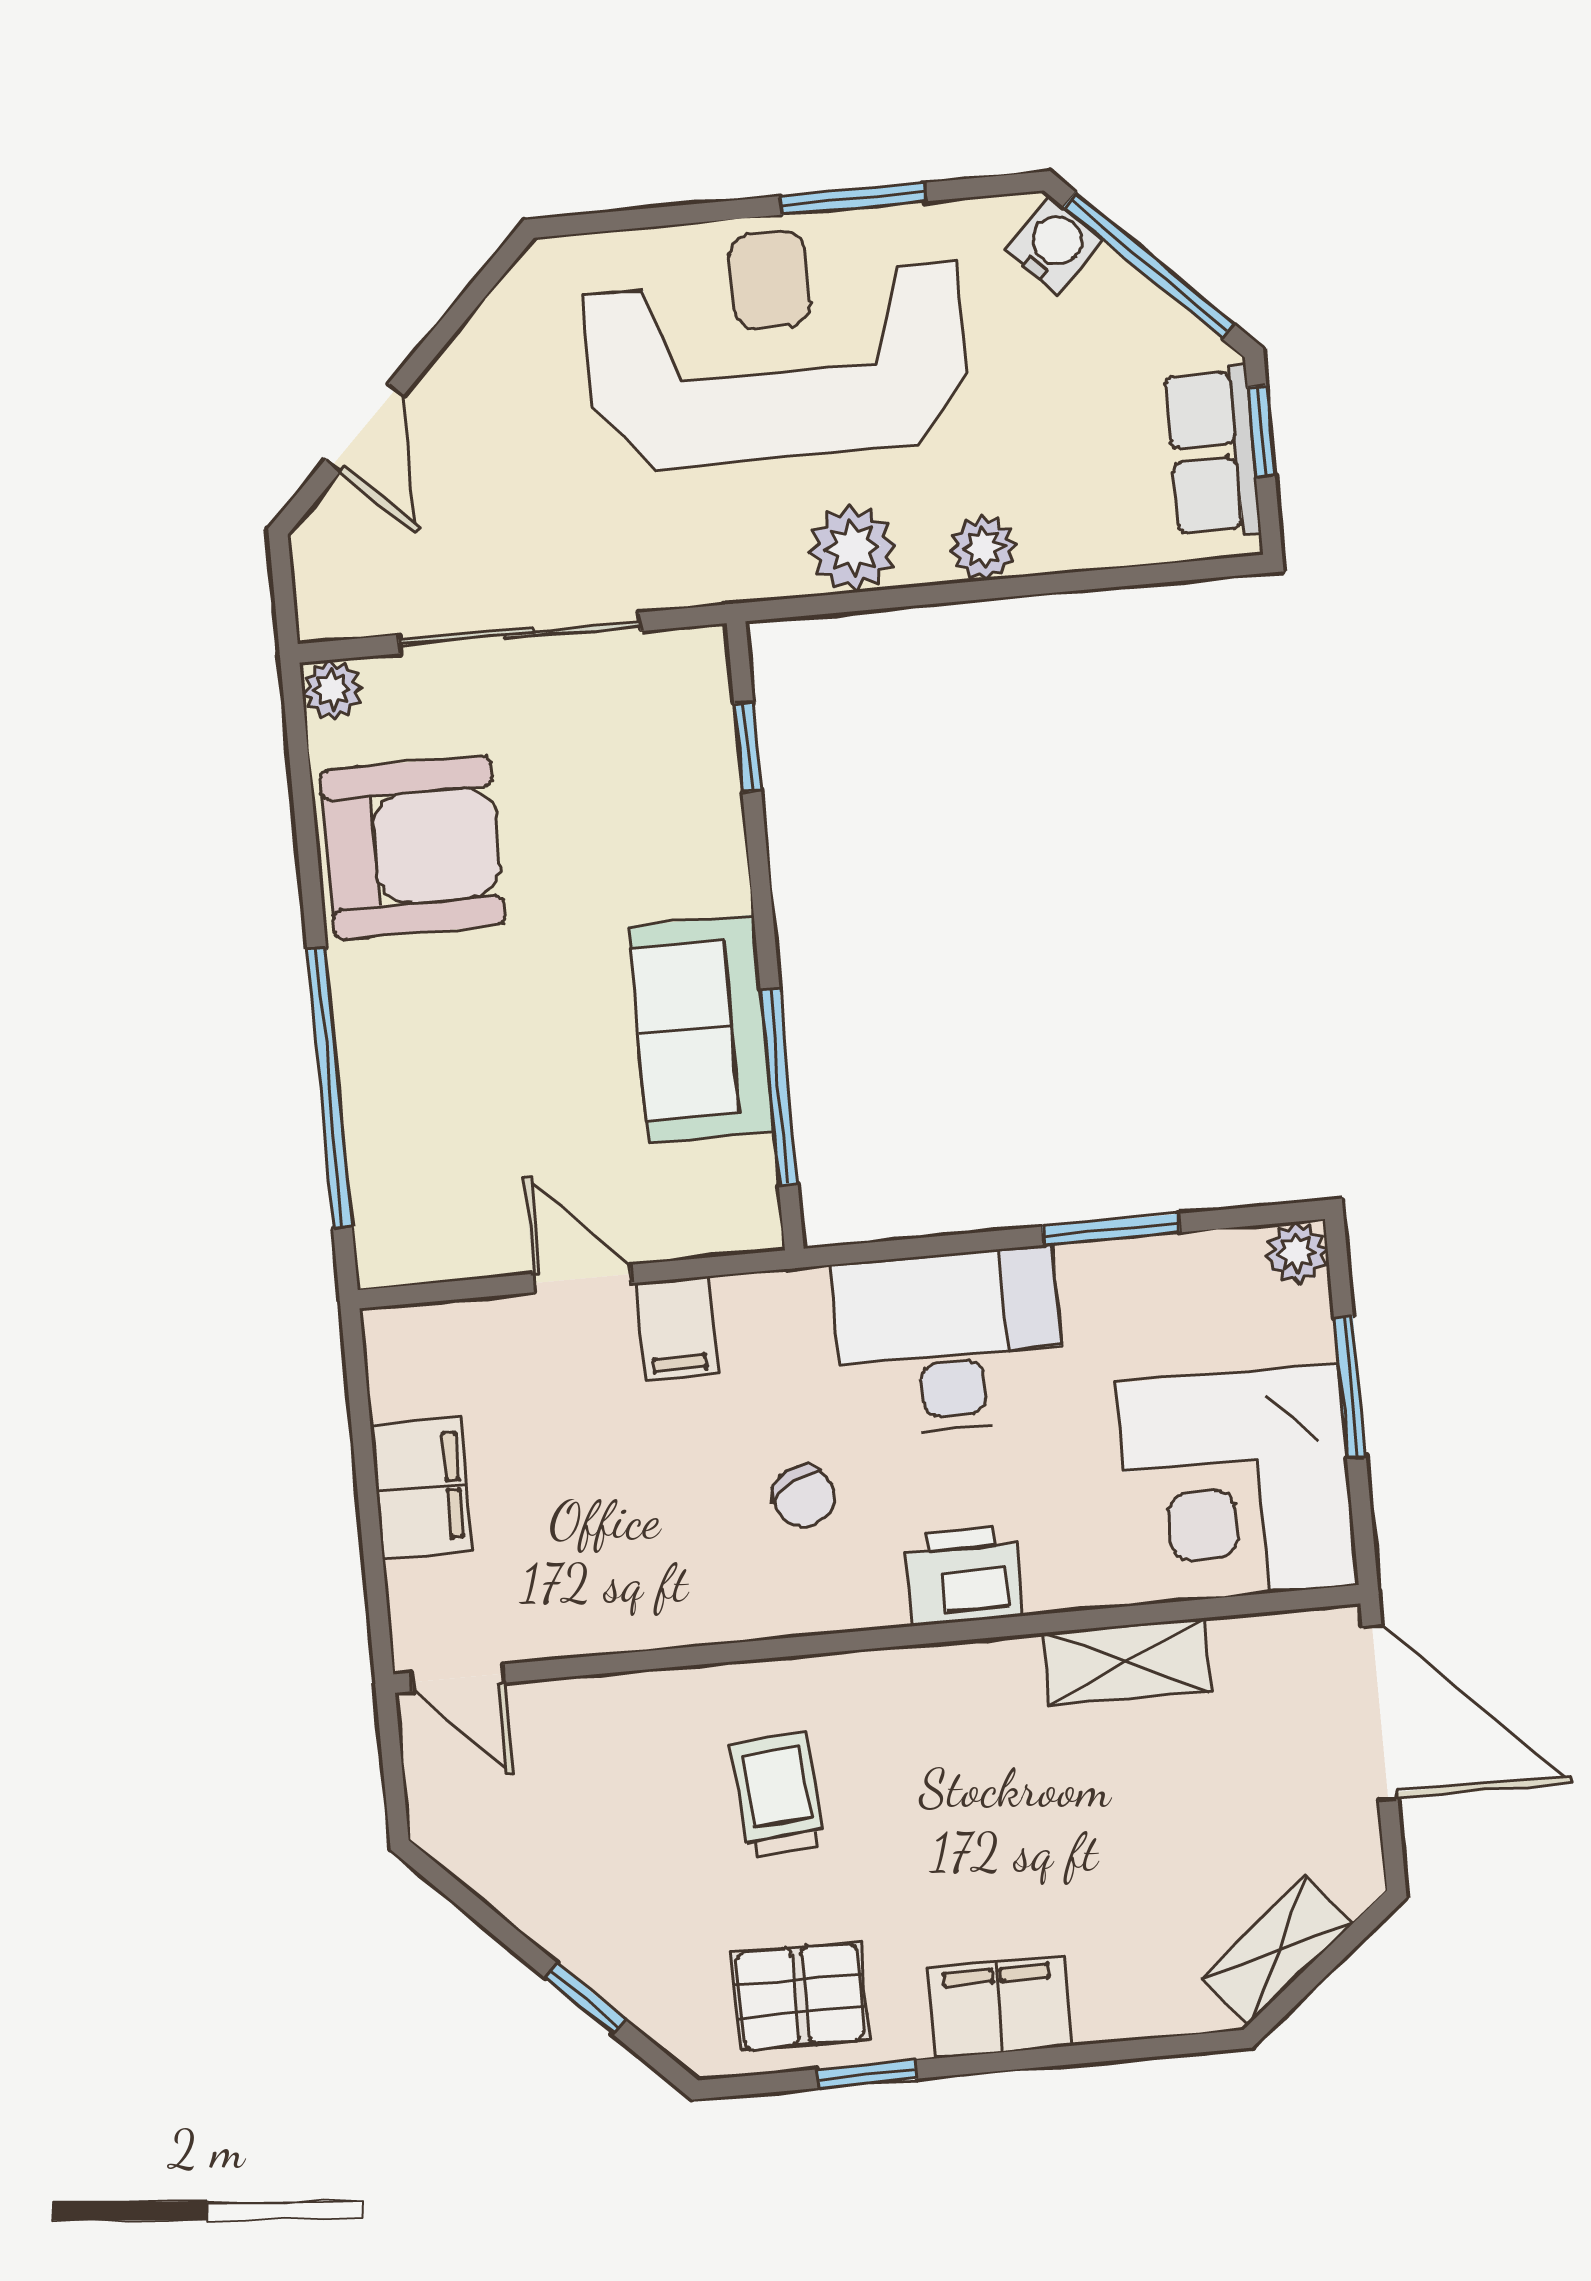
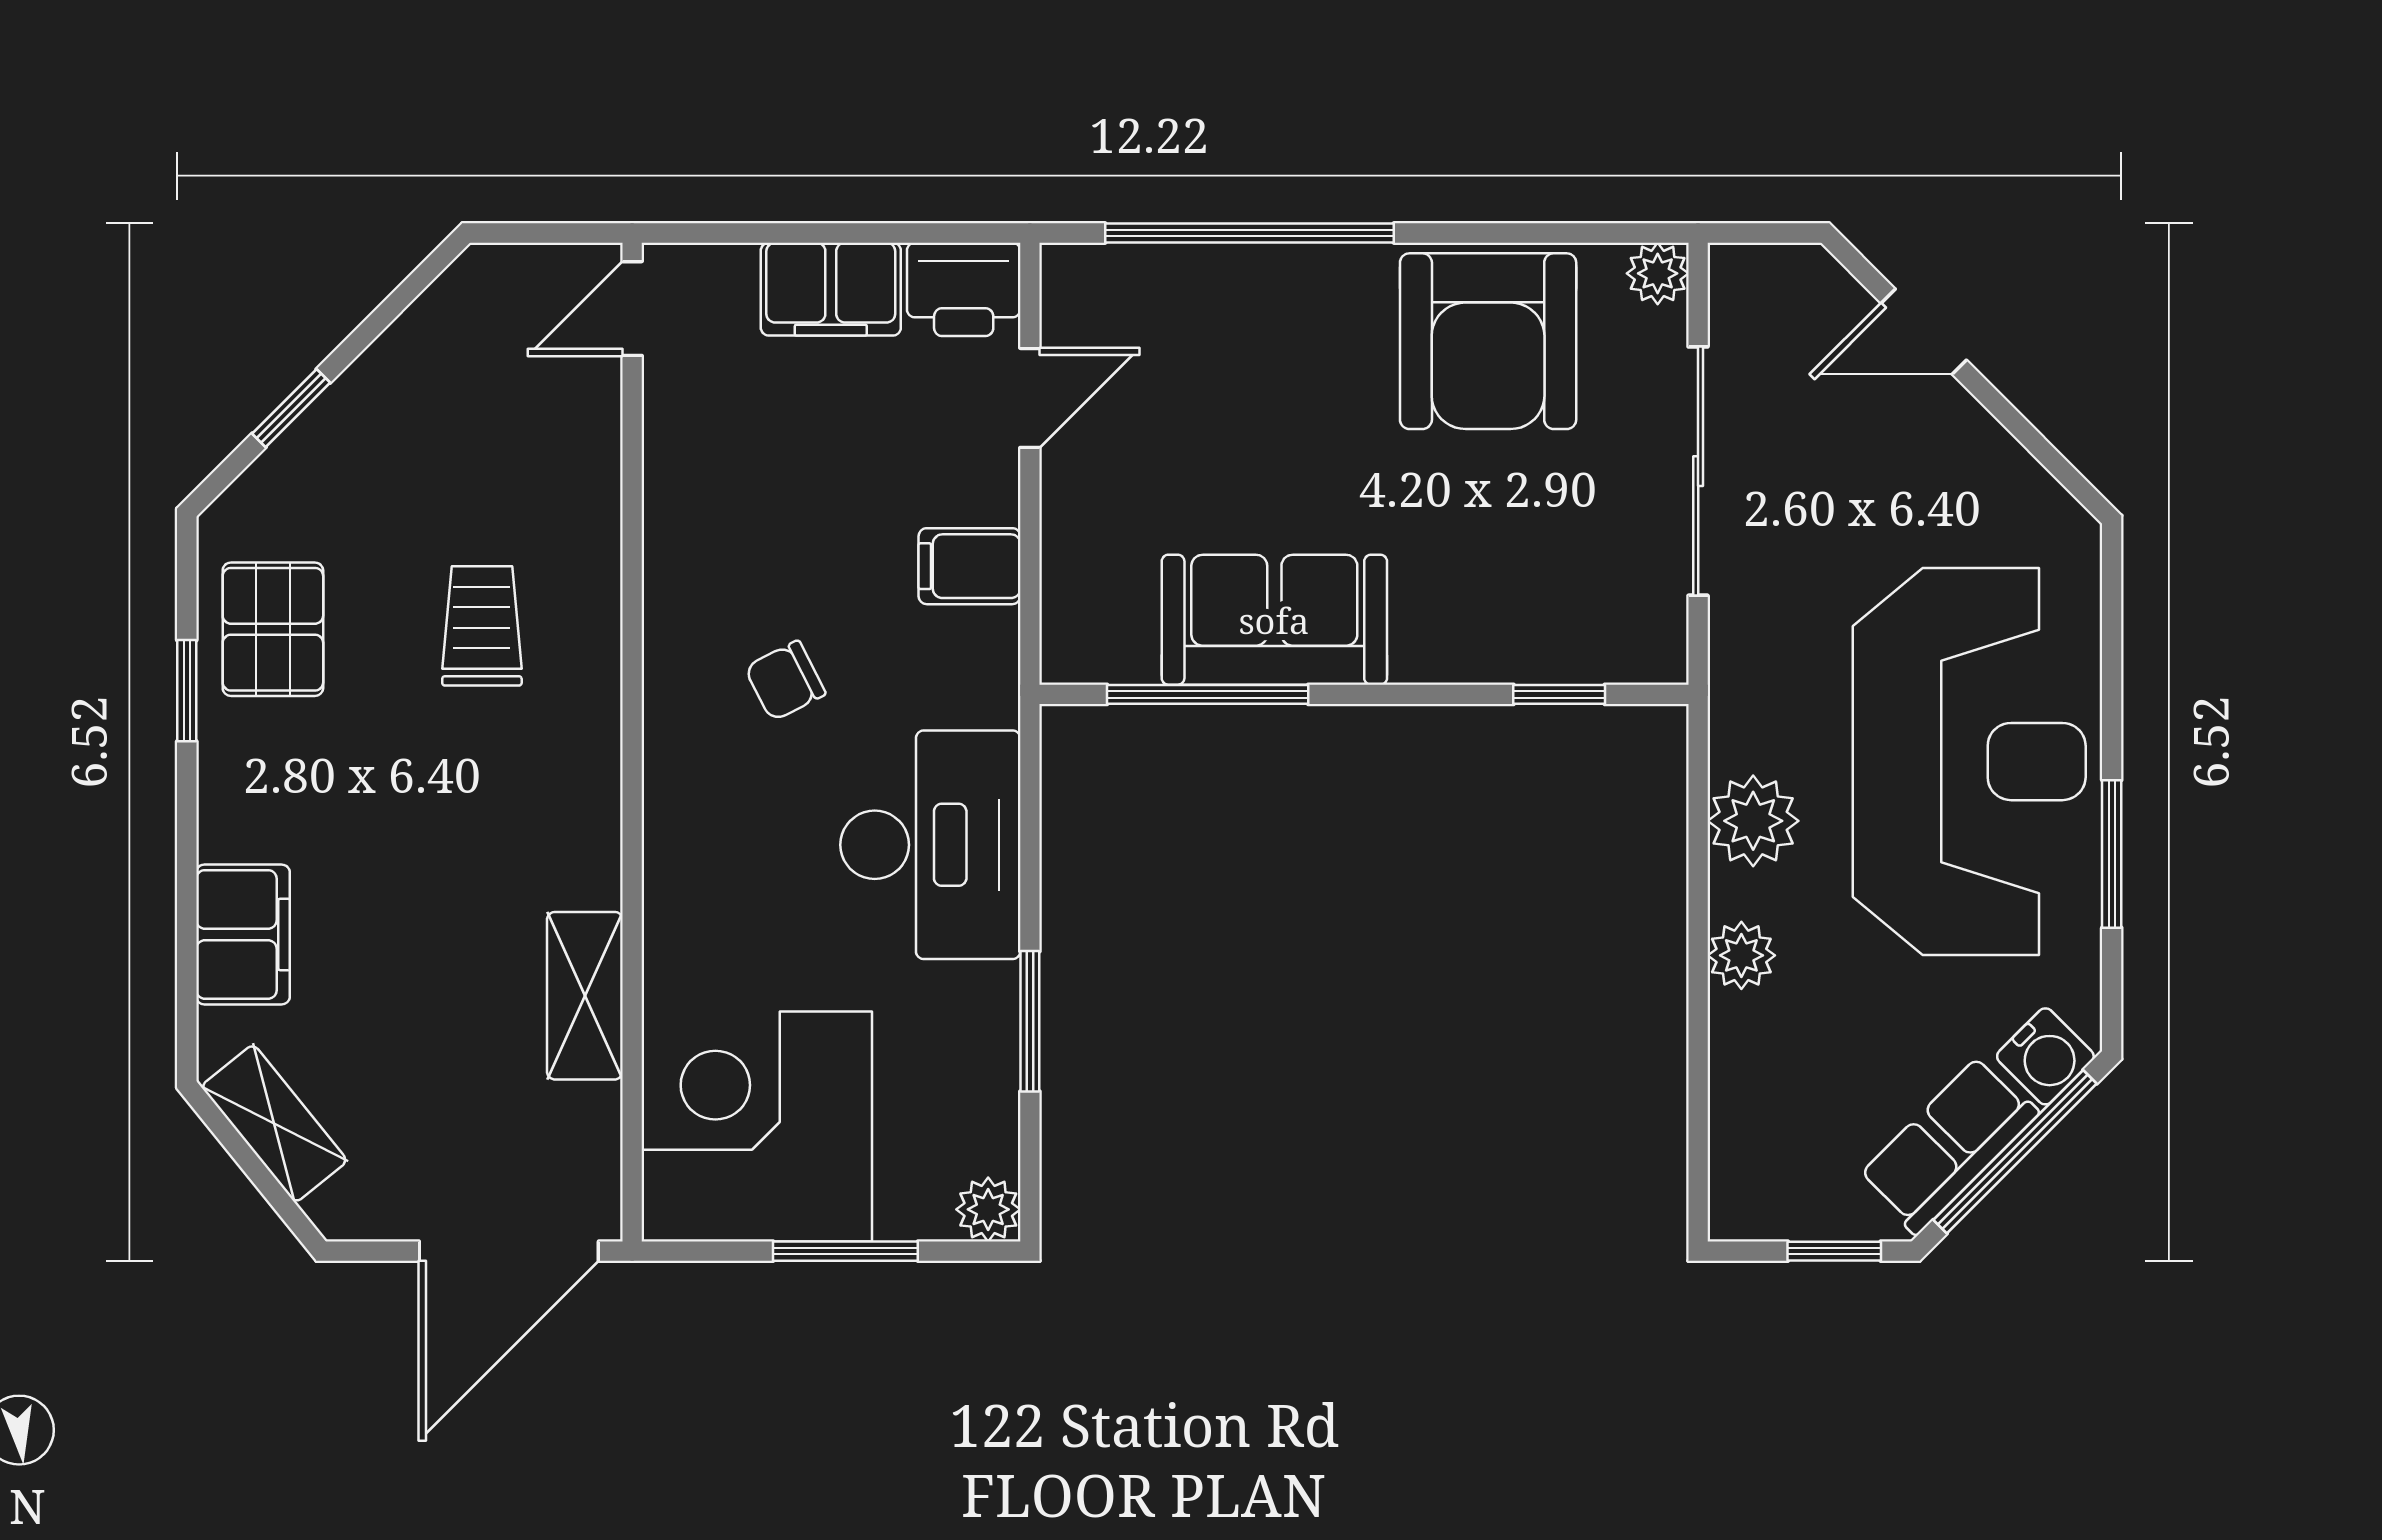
row of seats: (1213, 452) -> (1949, 1145), moved, turned -45
door: (582, 1278) -> (1030, 398), moved
printer: (964, 1576) -> (964, 289), moved, turned 90
trolley: (778, 1795) -> (482, 626), turned -86
filing cabinet: (999, 2007) -> (243, 934), moved

